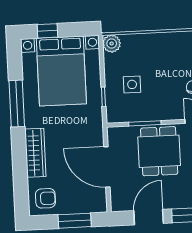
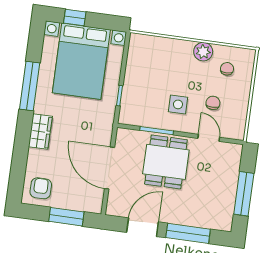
plant: (112, 44) -> (203, 52), moved
side table: (132, 84) -> (178, 104), moved
wardrobe: (35, 153) -> (40, 131), width x0.67
armchair: (45, 198) -> (41, 188), turned -90

